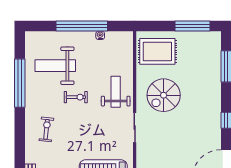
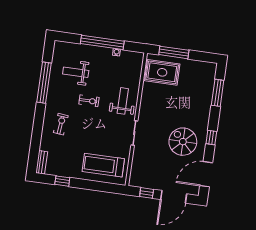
window: (193, 26) -> (174, 52), moved
weight bench: (55, 66) -> (76, 72), width x0.73, depth x0.75
spiral stairs: (164, 95) -> (183, 142), moved, turned 90

